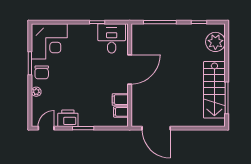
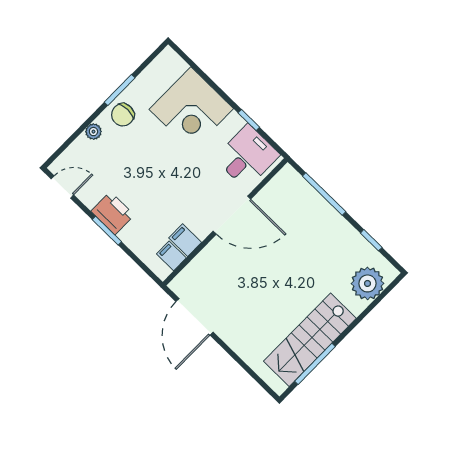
corner desk: (49, 41) -> (191, 109), moved
printer: (68, 118) -> (113, 213), moved

